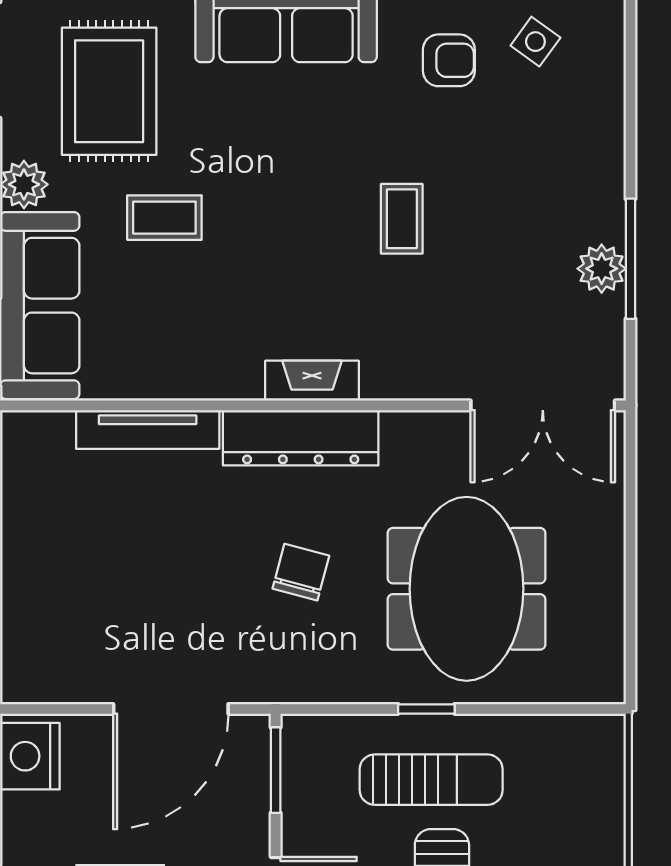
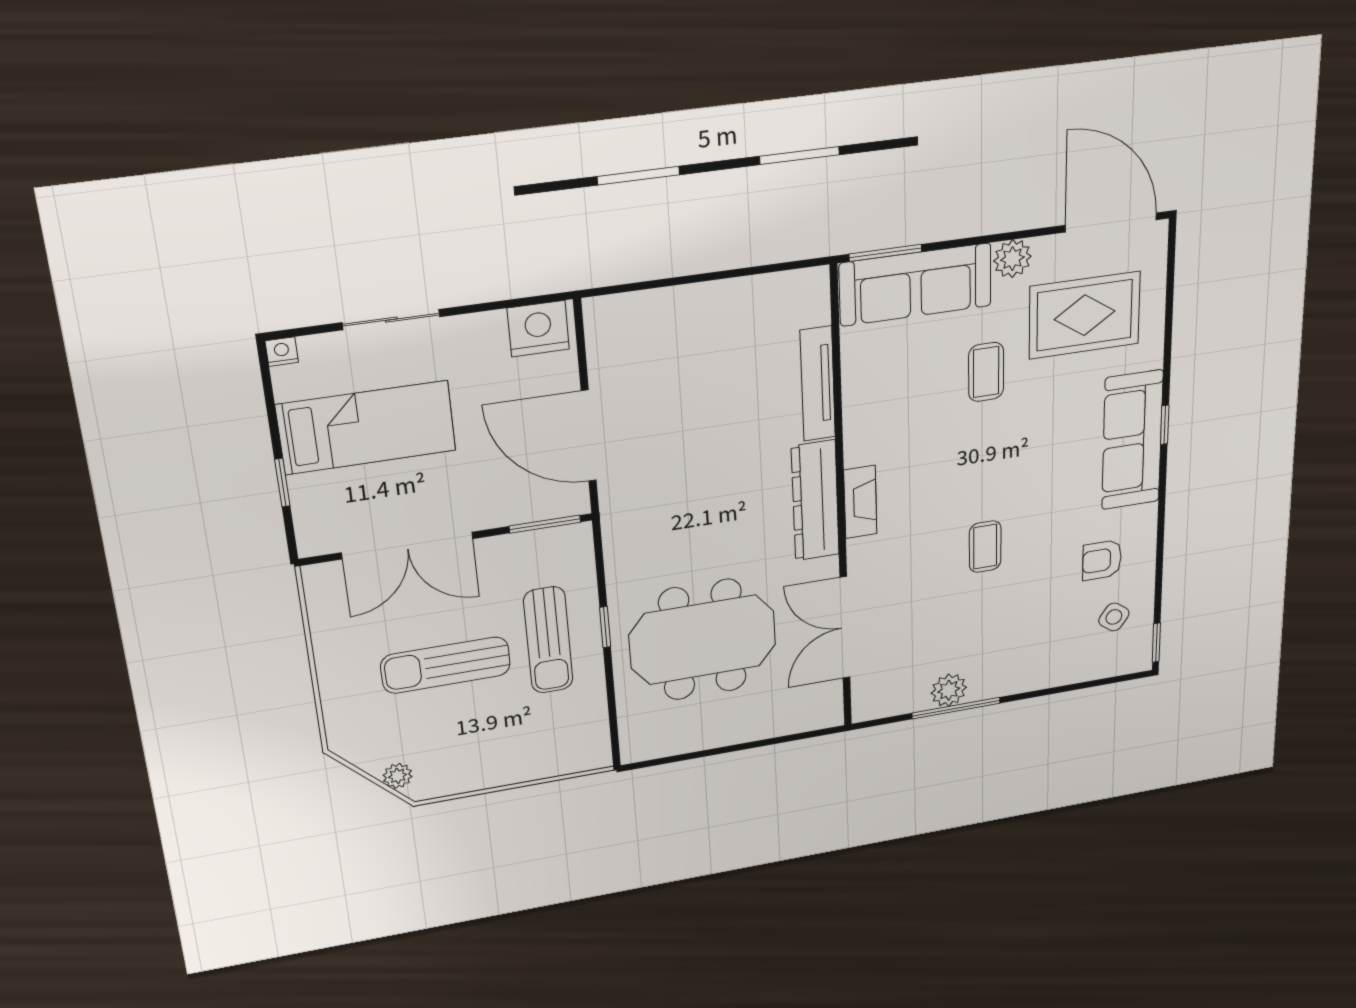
armchair: (449, 60) -> (1102, 560), turned 90
coffee table: (402, 219) -> (985, 547), turned 90
double door: (543, 405) -> (845, 628), moved
chair: (301, 572) -> (708, 518), removed

